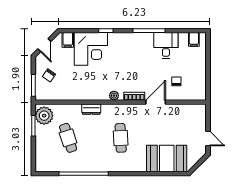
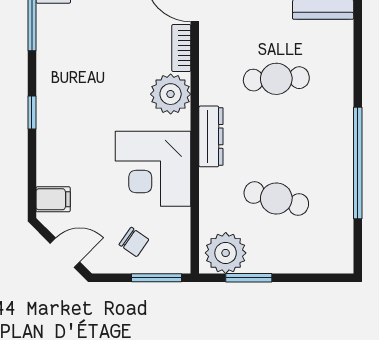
corner desk: (91, 49) -> (153, 169), moved, turned 180
plant: (114, 96) -> (171, 94), width x1.88, depth x1.88
dresser: (91, 109) -> (211, 136), width x1.44
cafe table: (68, 138) -> (276, 198), turned 33

